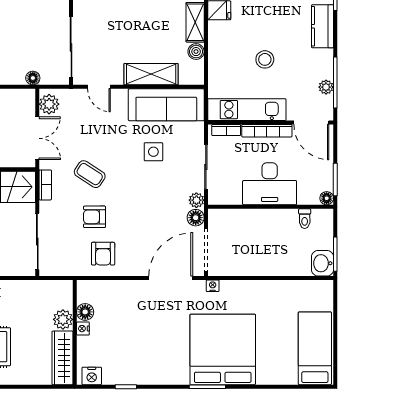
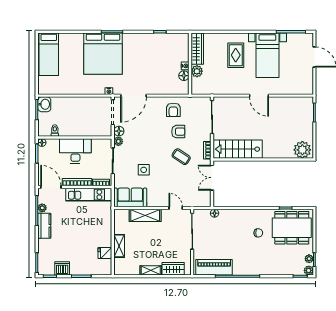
kitchen counter: (323, 26) -> (44, 226), moved
boiler: (196, 52) -> (119, 229), removed
stool: (265, 59) -> (78, 224), removed
plant: (49, 104) -> (205, 198), removed
sofa: (166, 105) -> (130, 197), width x0.73
armchair: (103, 254) -> (173, 110), turned 180
nightstand: (92, 376) -> (180, 38), removed

